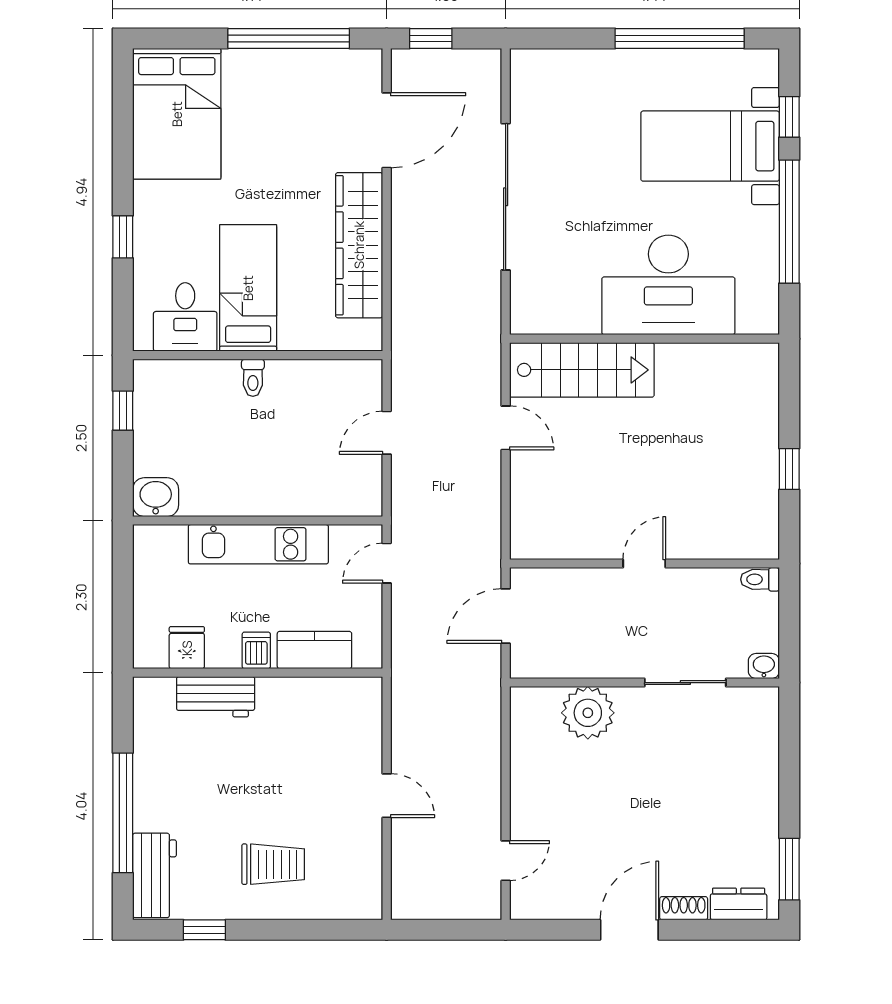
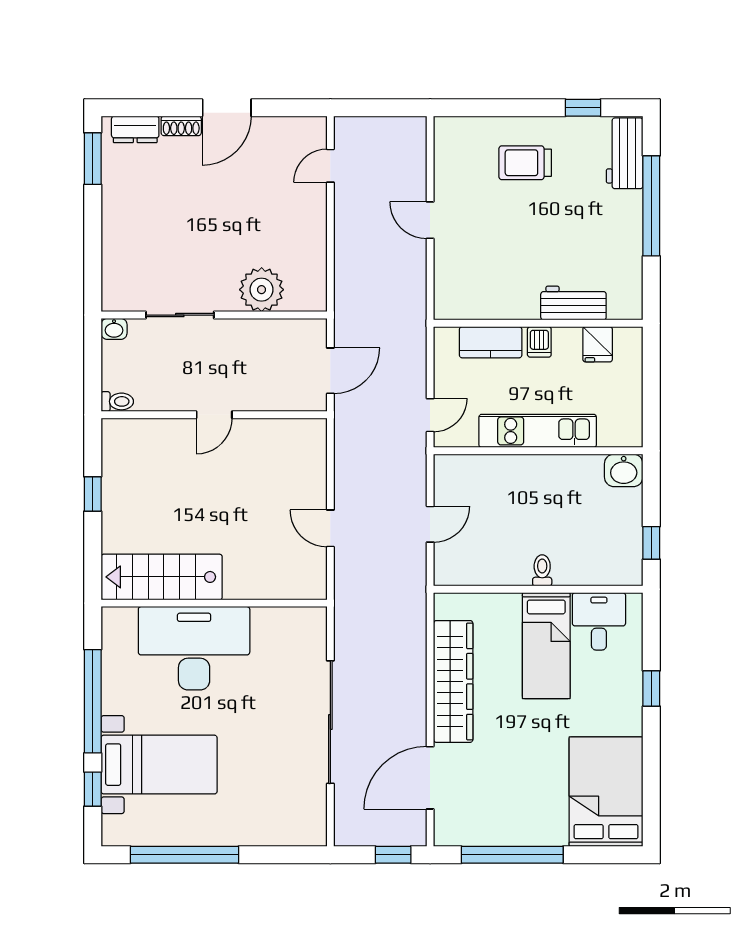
stairs: (582, 370) -> (162, 577), moved

